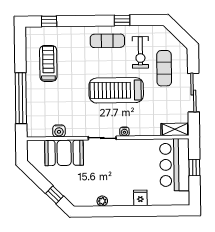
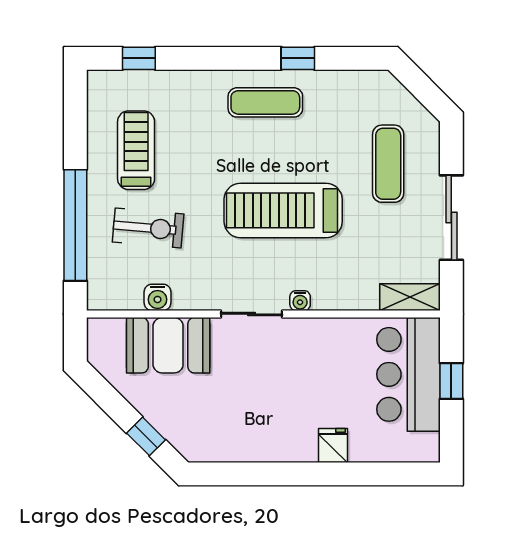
exercise bike: (140, 52) -> (148, 228), moved, turned -85
plant: (102, 201) -> (250, 451), removed

